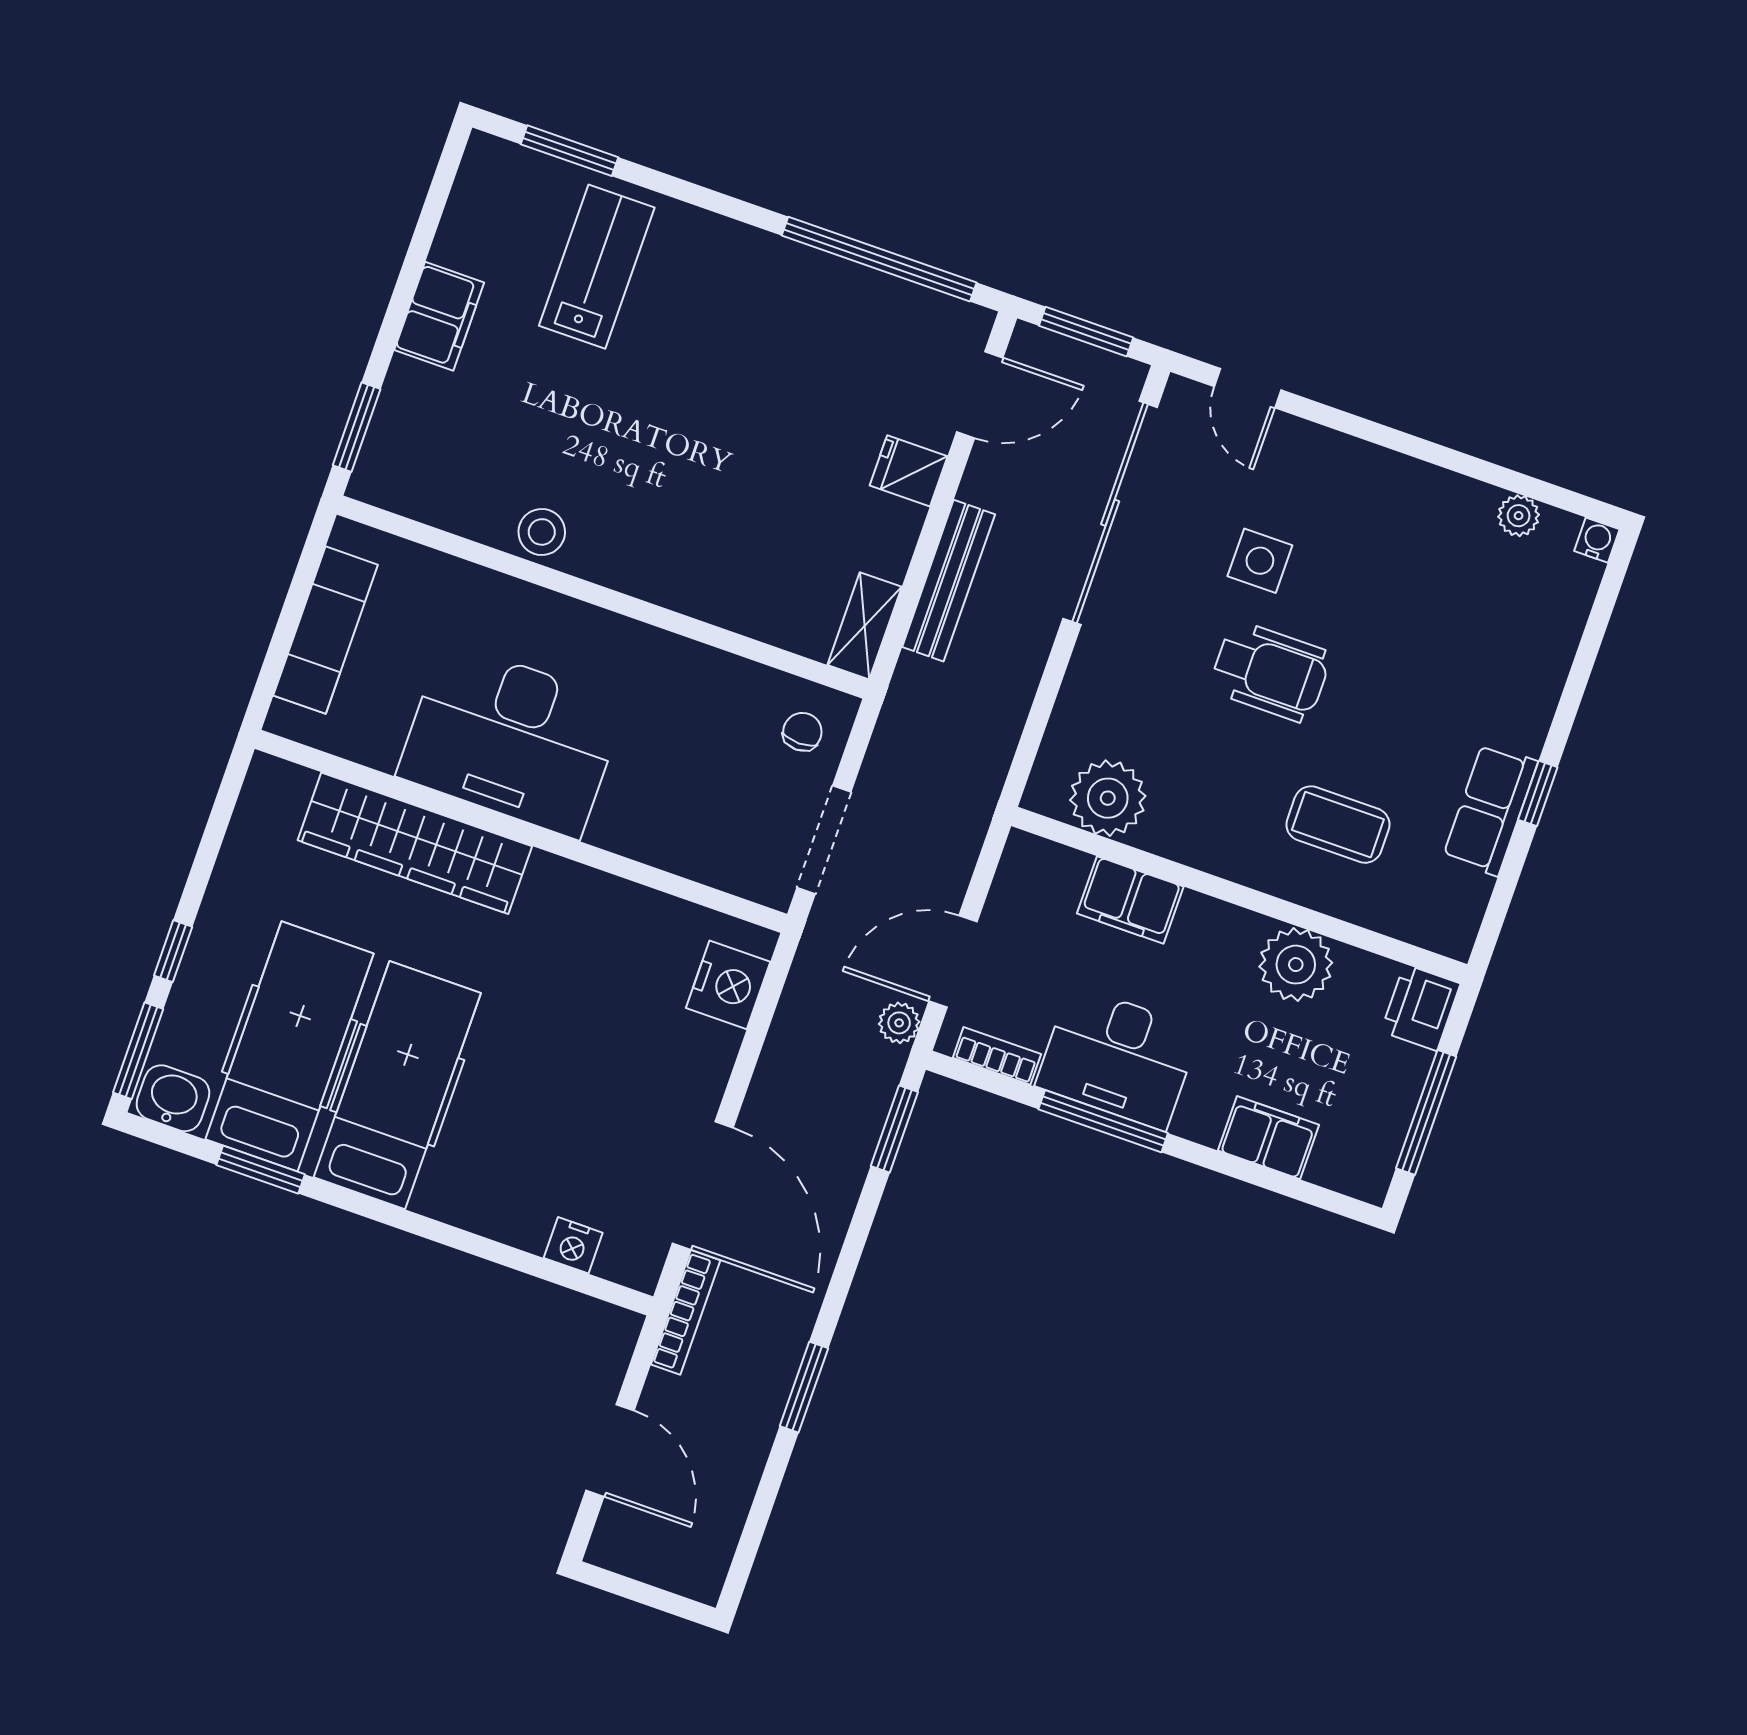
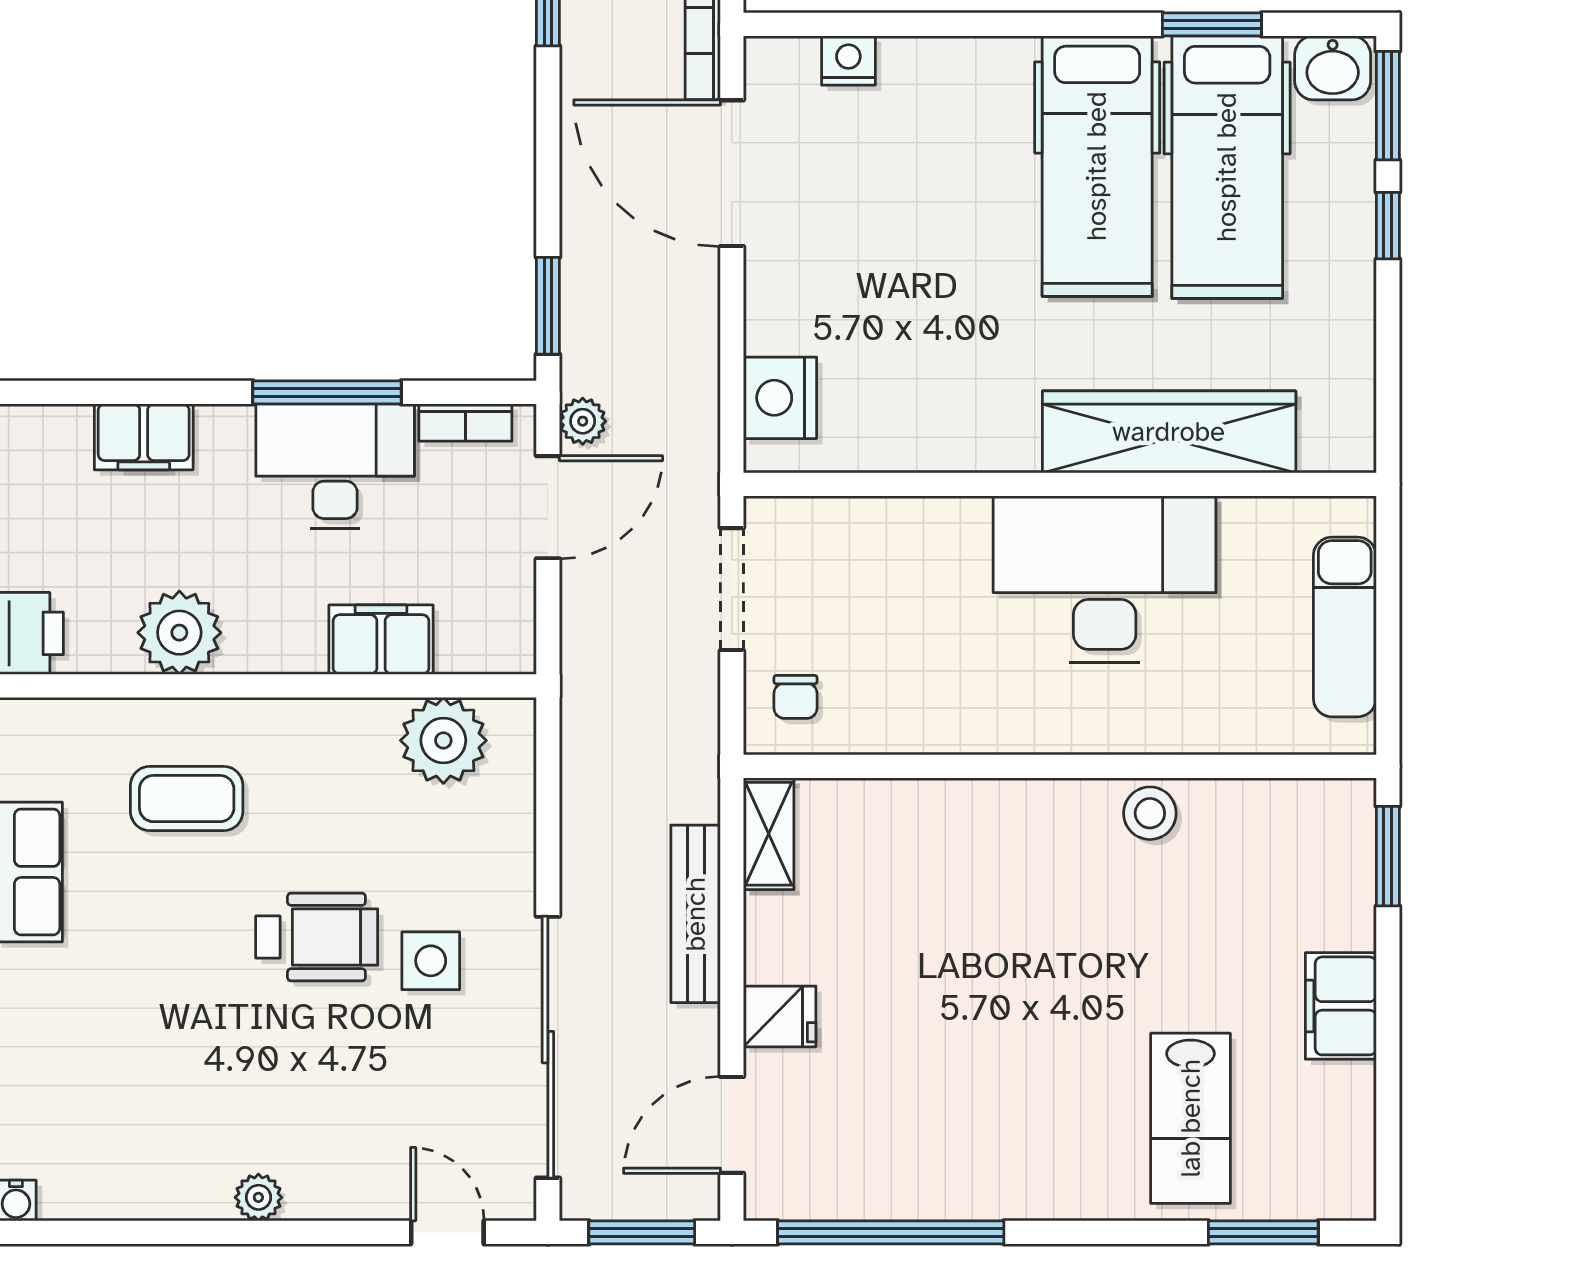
plant: (1519, 516) -> (258, 1197), moved
side table: (1260, 561) -> (431, 961), moved
wheelchair: (1270, 672) -> (317, 937), turned 180

